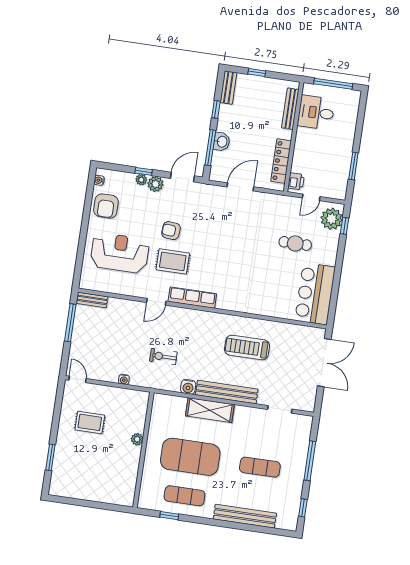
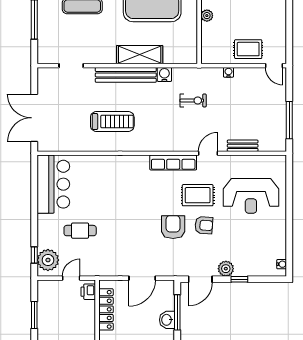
plant: (141, 180) -> (240, 271), removed
armchair: (106, 206) -> (173, 227), moved
bench: (92, 300) -> (243, 146), moved
rug: (90, 422) -> (248, 49), moved

